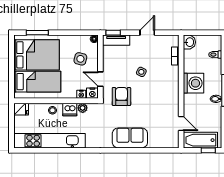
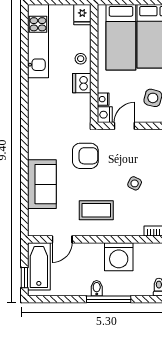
armchair: (121, 96) -> (85, 156), moved
coffee table: (160, 99) -> (96, 210), added
plant: (83, 108) -> (84, 101), removed
sofa: (130, 138) -> (42, 184), moved
kitchen unit: (49, 141) -> (38, 41), width x0.73

